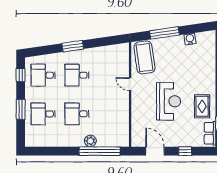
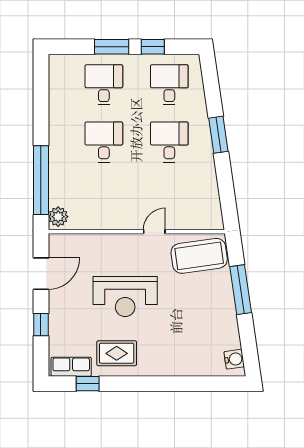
water cooler: (190, 39) -> (234, 359), moved
window: (21, 75) -> (153, 47), moved
plant: (90, 141) -> (58, 217), moved

